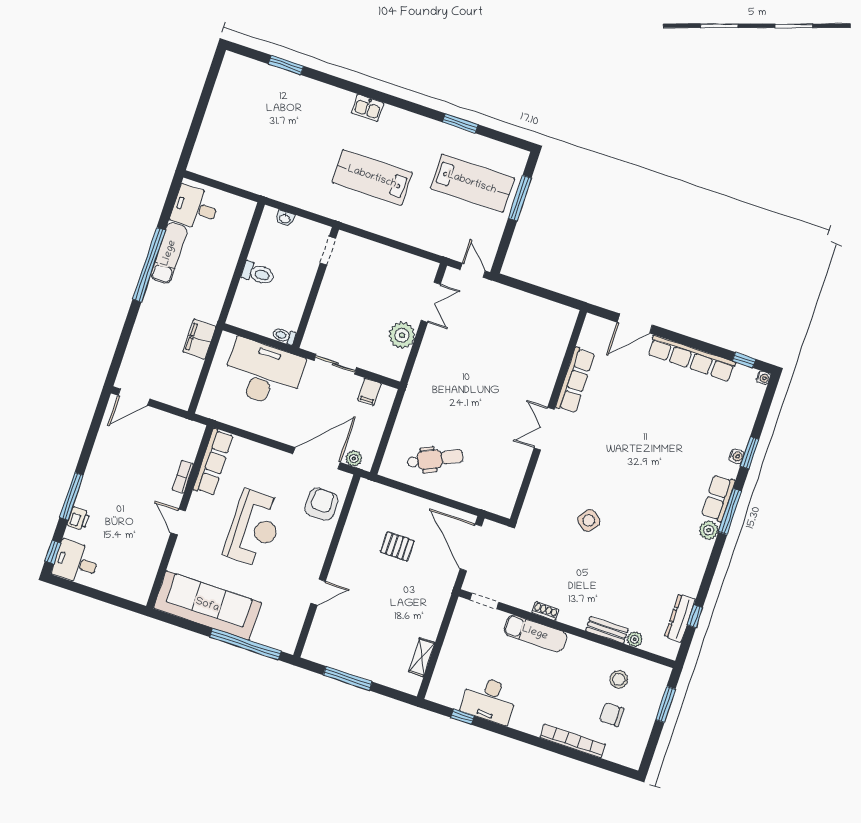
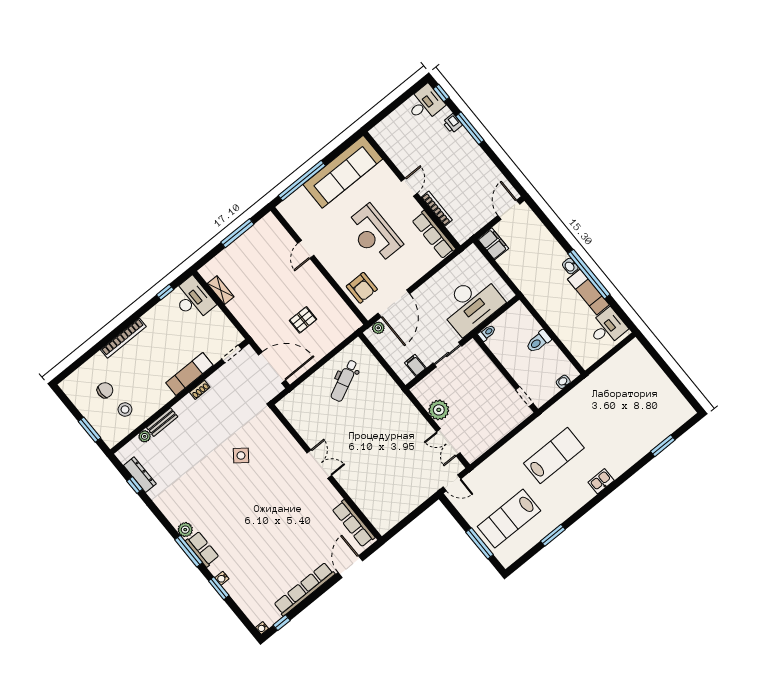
washbasin: (153, 291) -> (570, 266), added
filing cabinet: (199, 339) -> (493, 244), moved
row of seats: (575, 380) -> (354, 523), moved
bookcase: (183, 477) -> (437, 209), width x1.56
door: (178, 522) -> (409, 187), hinge flipped
desk: (489, 700) -> (193, 299), moved, turned 90
bookcase: (573, 741) -> (123, 338), moved

